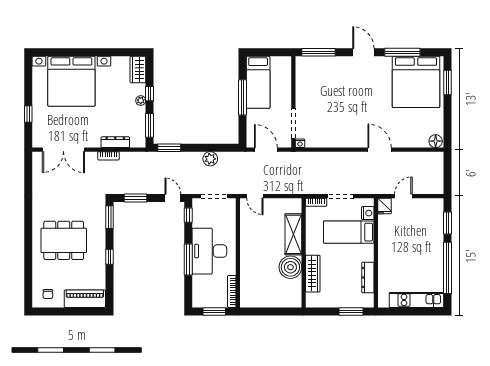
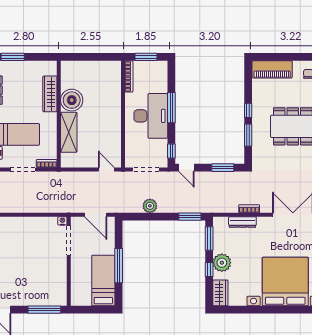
plant: (141, 101) -> (222, 263), width x1.87, depth x1.87
window: (110, 217) -> (248, 135), moved

